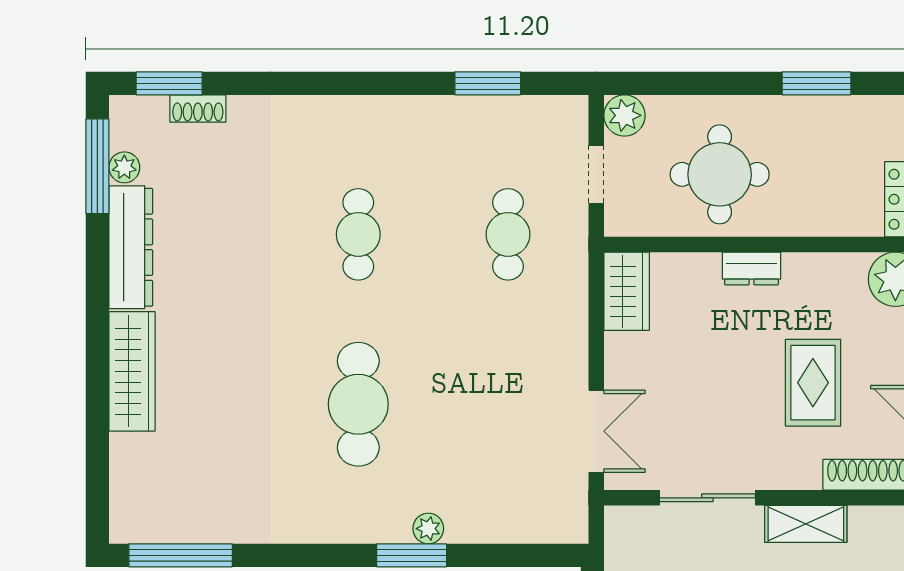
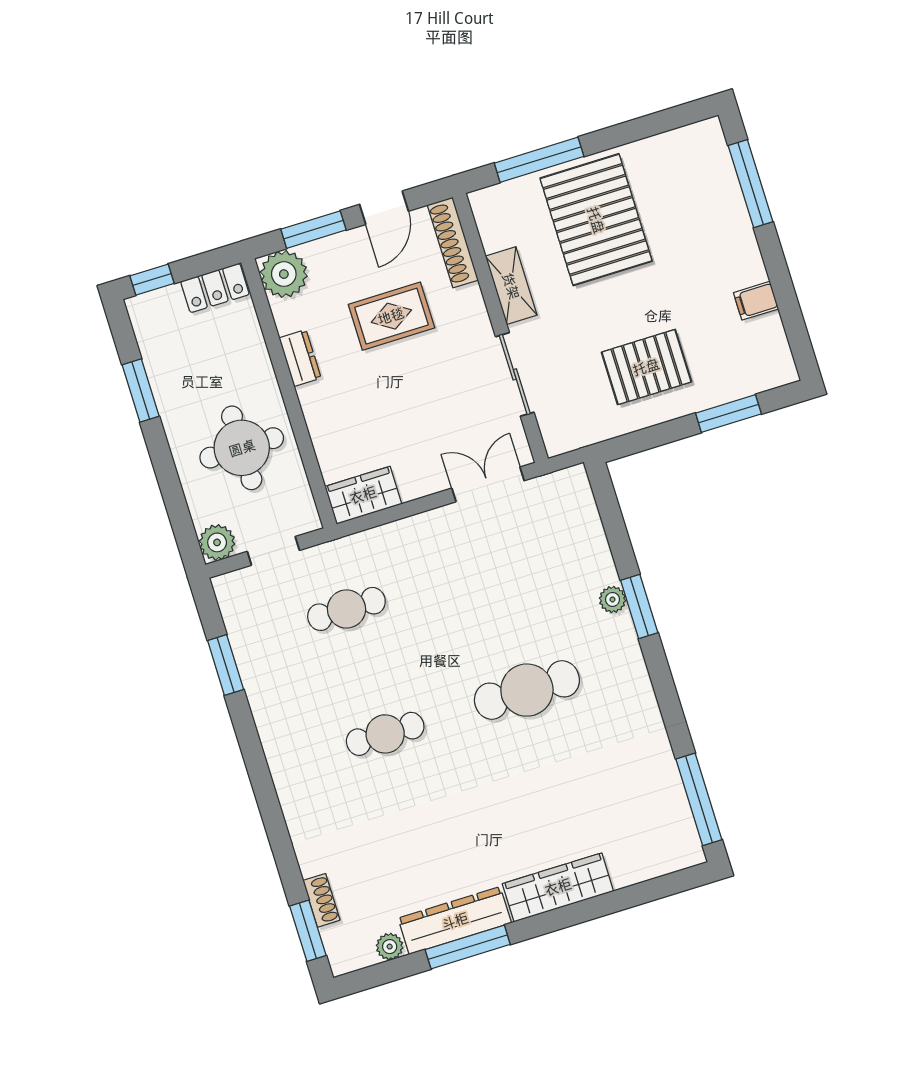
window: (97, 166) -> (468, 947), moved
dresser: (751, 269) -> (300, 358), moved

